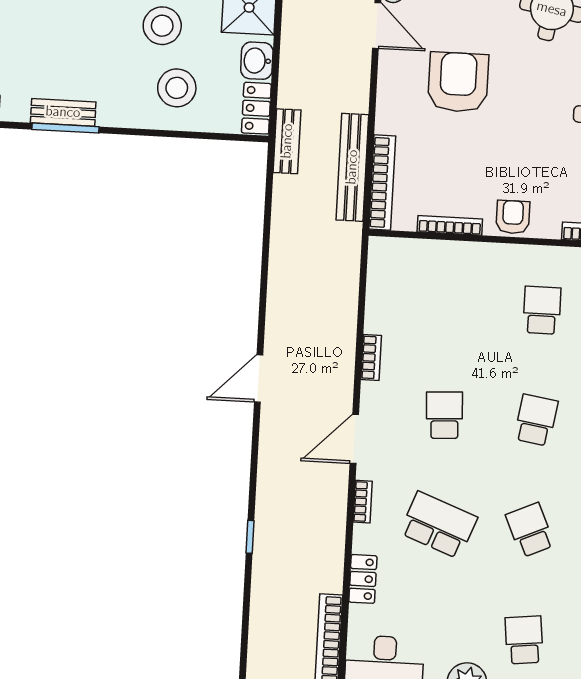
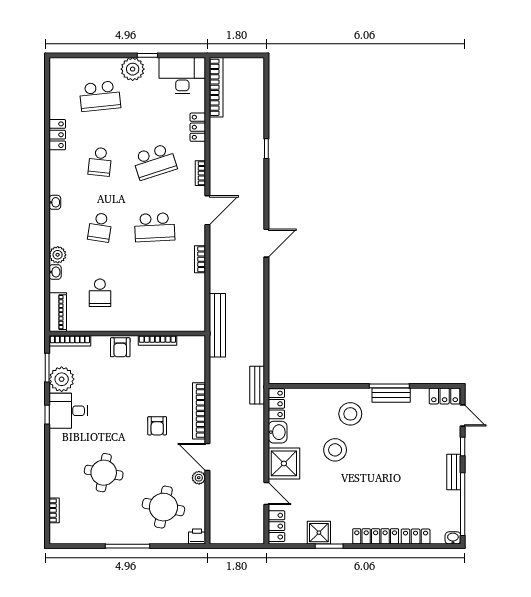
armchair: (458, 82) -> (157, 426), width x0.53, depth x0.53
stool: (177, 88) -> (350, 414), moved
bench: (352, 167) -> (217, 325), moved
bookcase: (382, 183) -> (199, 411), moved
school desk: (444, 415) -> (155, 227), width x1.85
school desk: (438, 525) -> (155, 162), turned -39
school desk: (530, 530) -> (100, 162), turned 30
school desk: (524, 640) -> (100, 96), width x1.85

